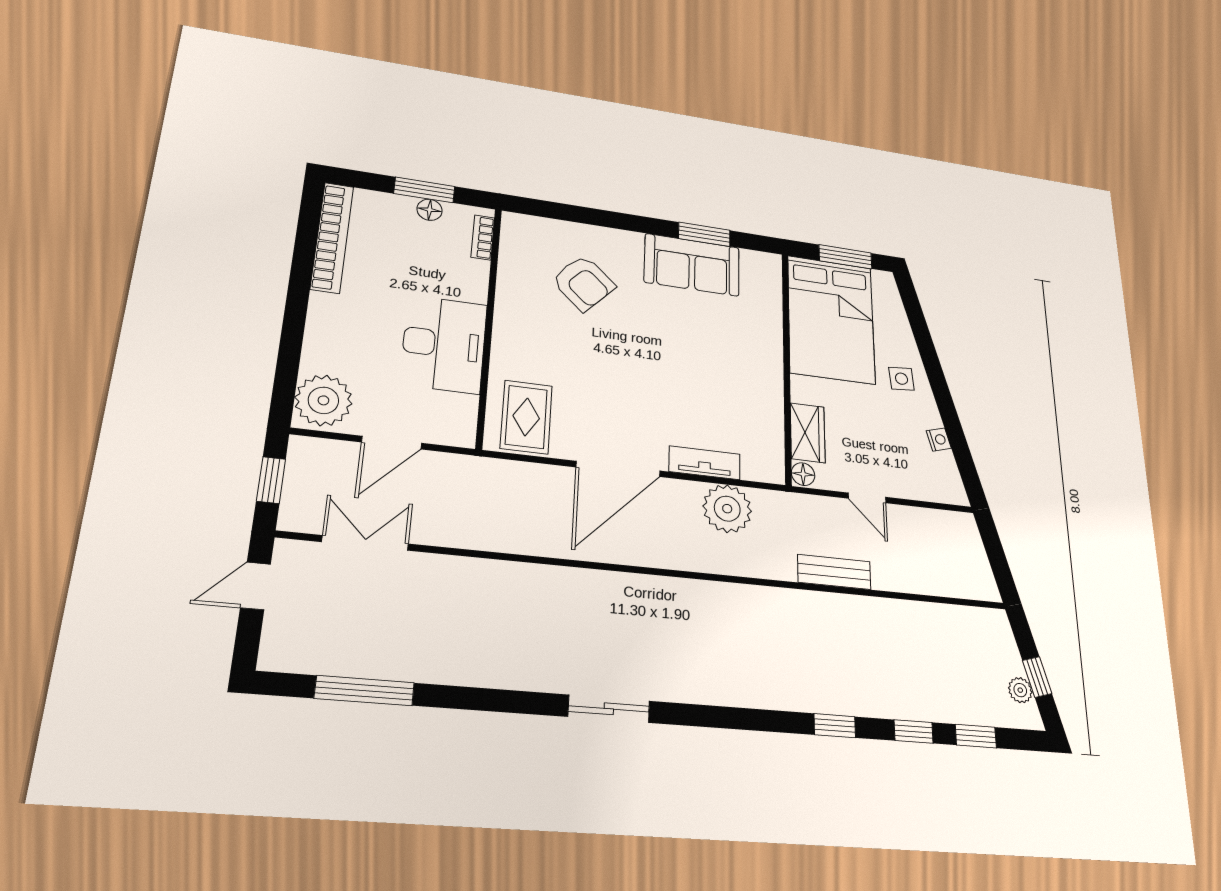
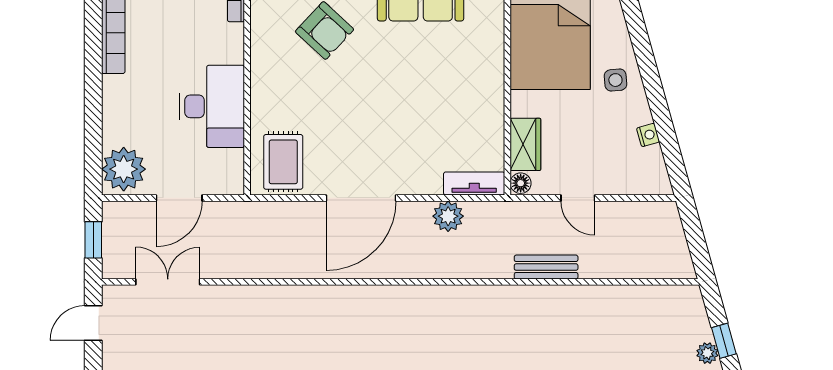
tv unit: (705, 463) -> (474, 184), moved
plant: (727, 509) -> (448, 216), width x0.73, depth x0.73

